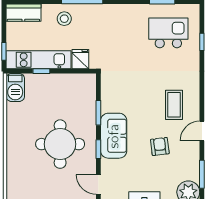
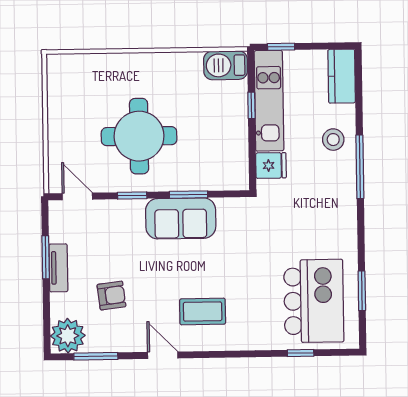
kitchen island: (168, 33) -> (314, 301), width x1.37, depth x1.28
sofa: (114, 136) -> (181, 218), moved
armchair: (160, 146) -> (111, 296), moved
door: (98, 185) -> (77, 196), hinge flipped

